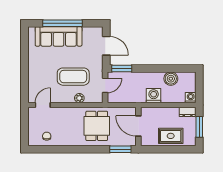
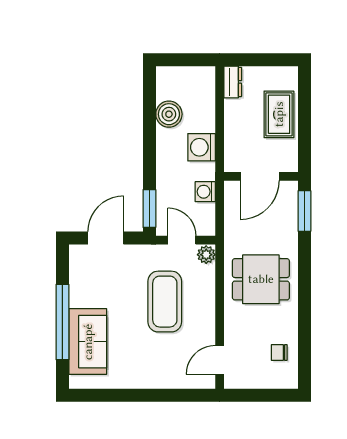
sofa: (59, 36) -> (88, 342), width x0.73
plant: (79, 98) -> (206, 255), moved
washing machine: (191, 98) -> (205, 192), moved
door: (43, 105) -> (220, 360), hinge flipped
dining table: (97, 126) -> (261, 279), moved
window: (199, 127) -> (262, 60), removed

